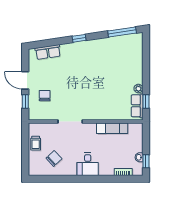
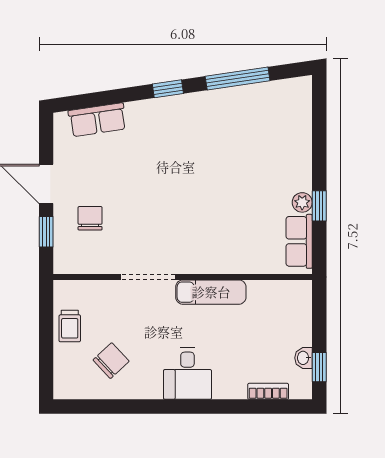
window: (122, 32) -> (238, 79), moved
window: (146, 102) -> (319, 206), moved
exam couch: (112, 128) -> (211, 292), moved

